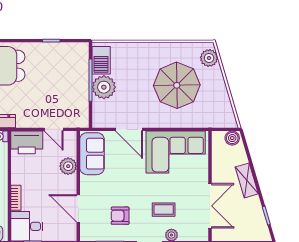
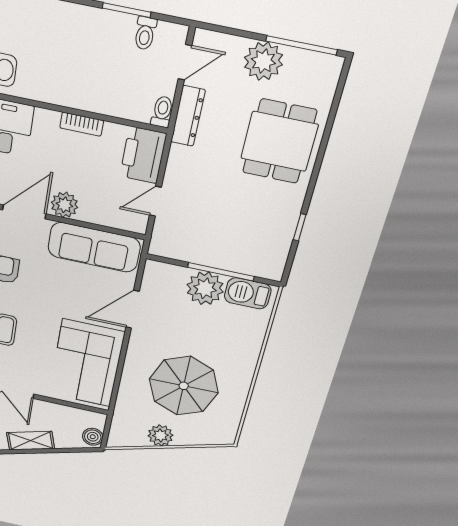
plant: (209, 58) -> (160, 435), moved
sofa: (92, 154) -> (94, 247), width x1.36
plant: (68, 166) -> (64, 205), moved
bookcase: (16, 198) -> (82, 124), moved

